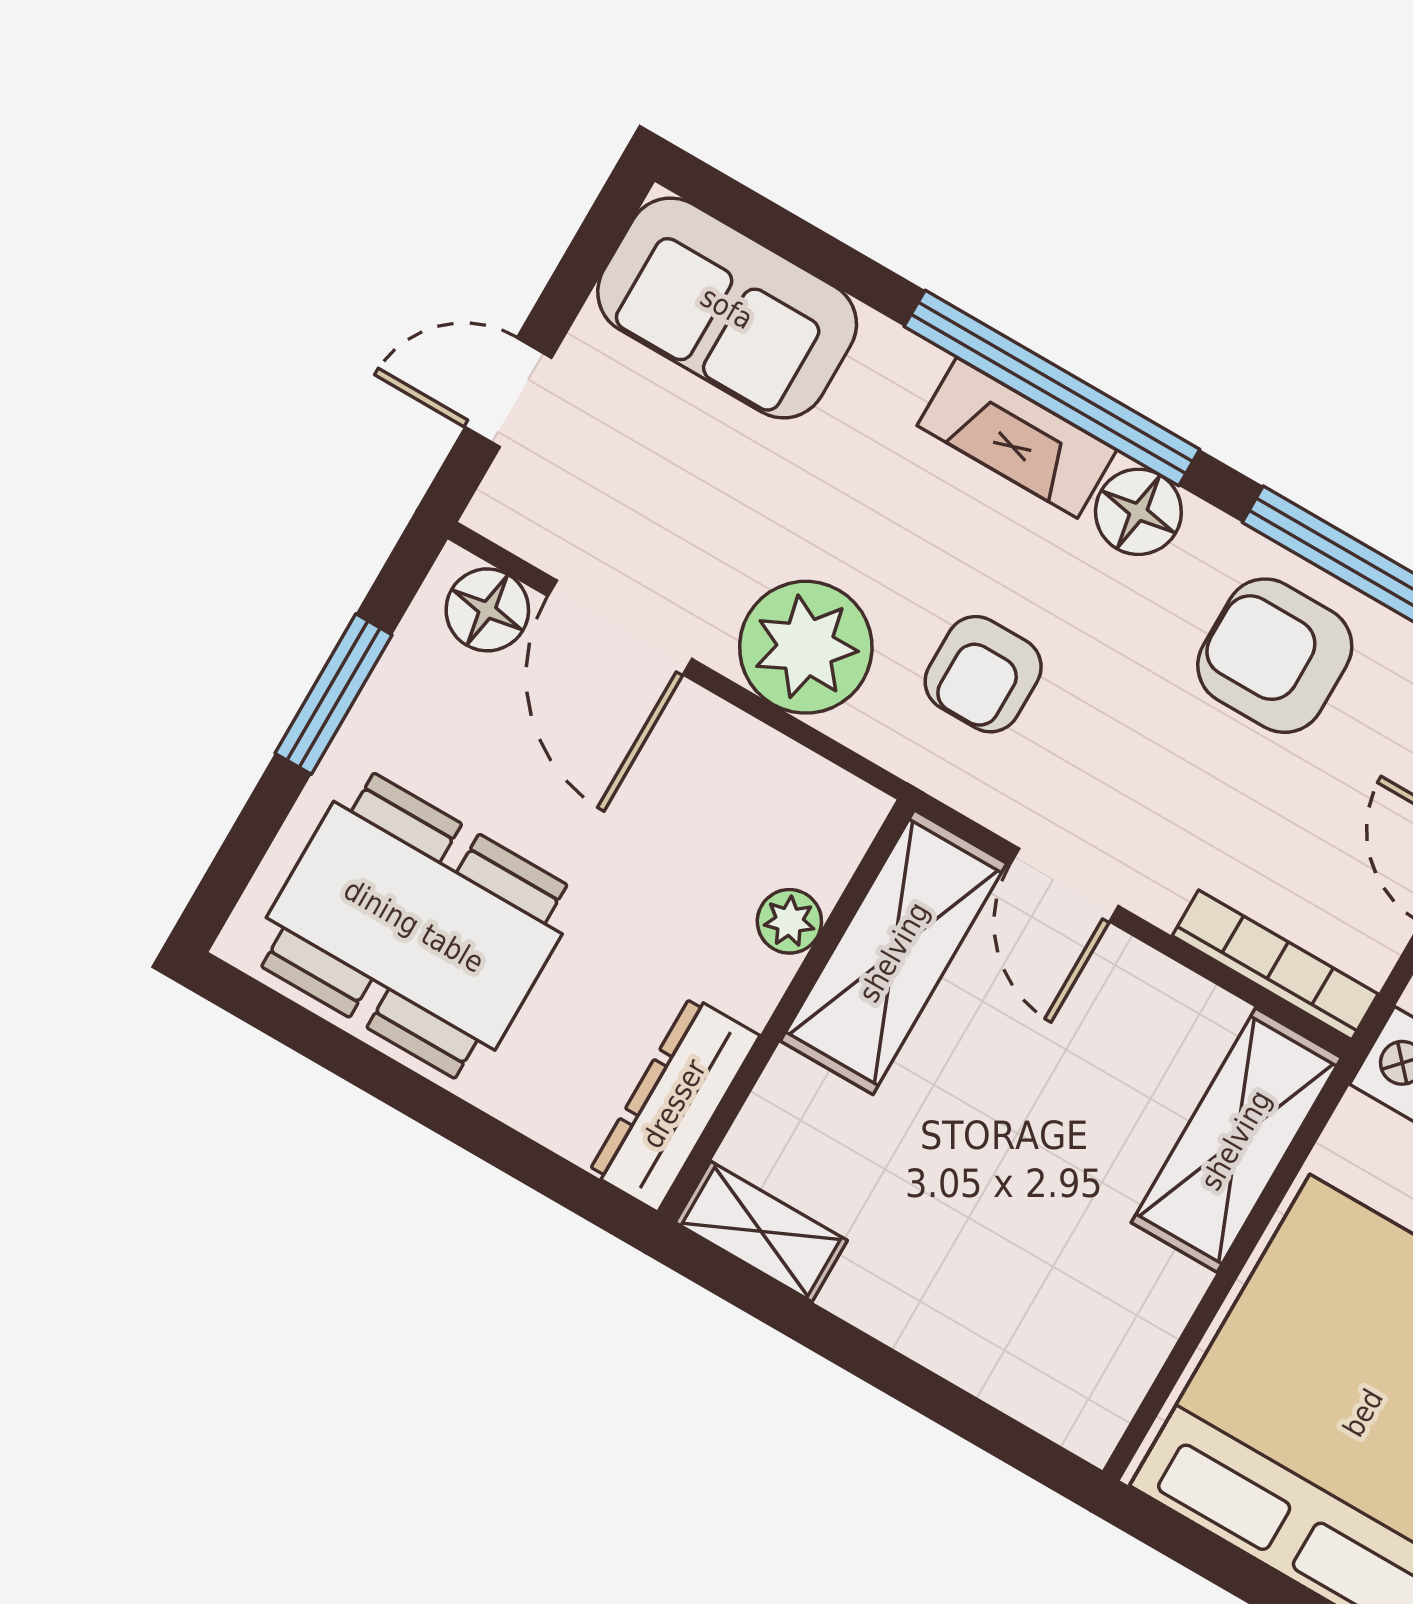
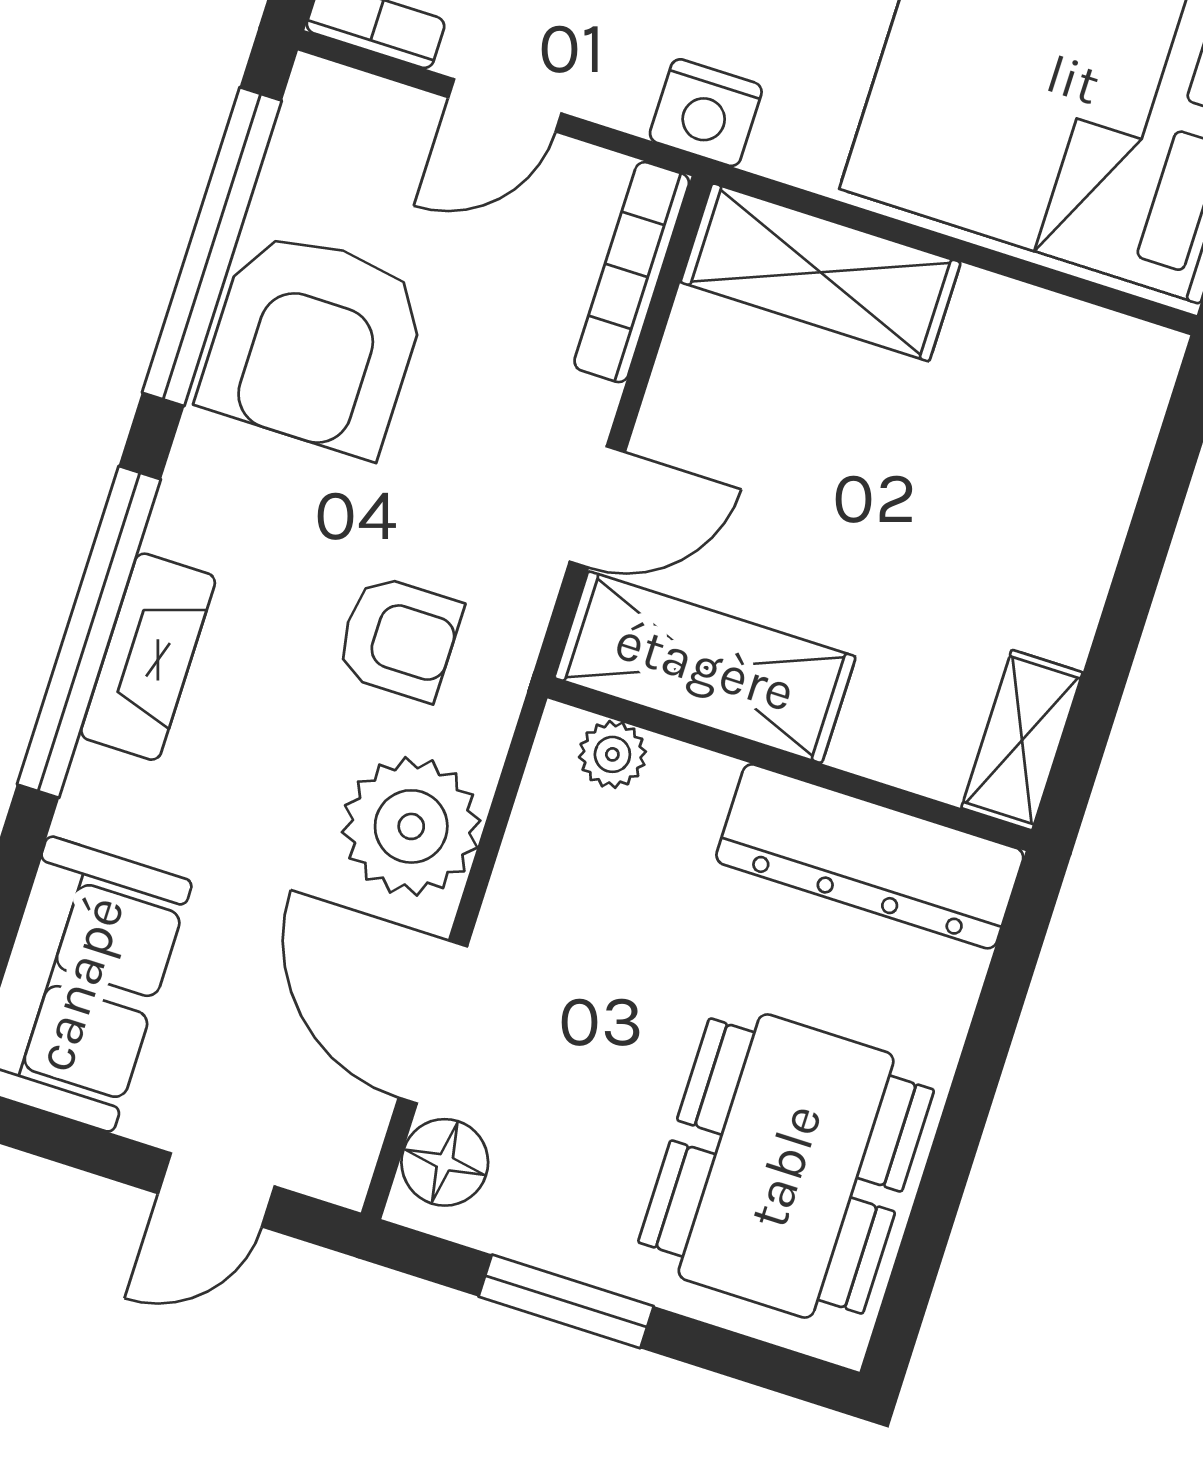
door: (508, 392) -> (216, 1190), hinge flipped
floor lamp: (1138, 512) -> (197, 515), removed
door: (620, 627) -> (433, 1022), swing flipped
armchair: (1275, 656) -> (314, 342), width x1.36, depth x1.36
plant: (789, 921) -> (612, 754), moved
dresser: (674, 1104) -> (870, 856), width x1.37, depth x1.24

